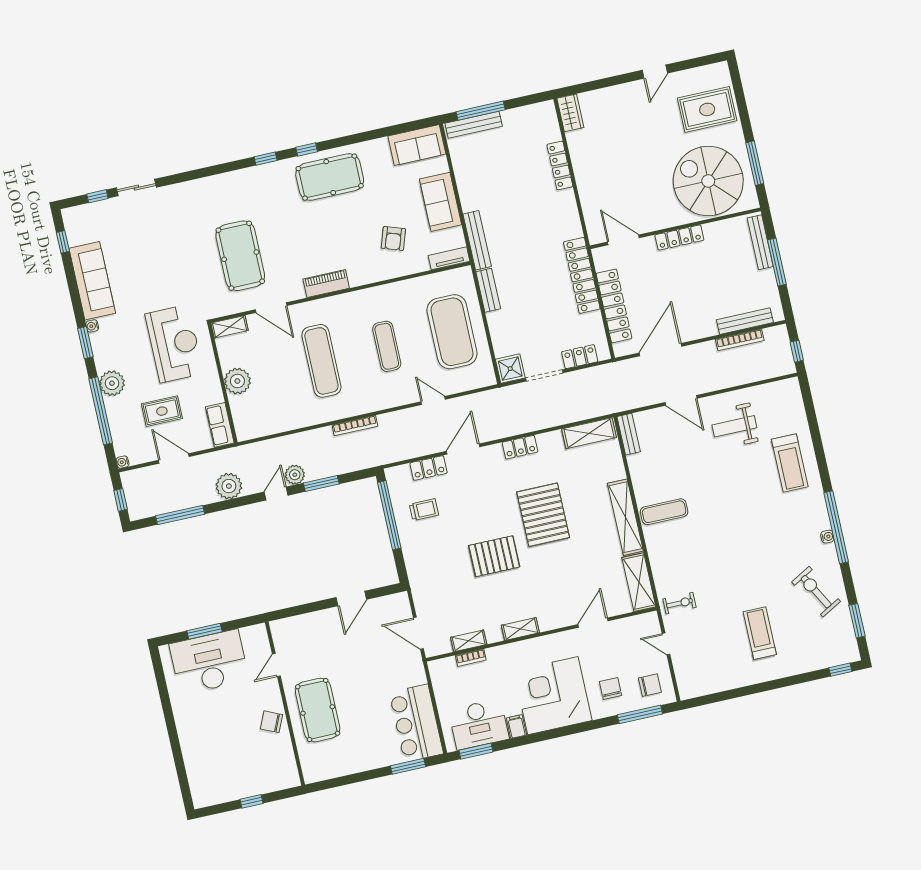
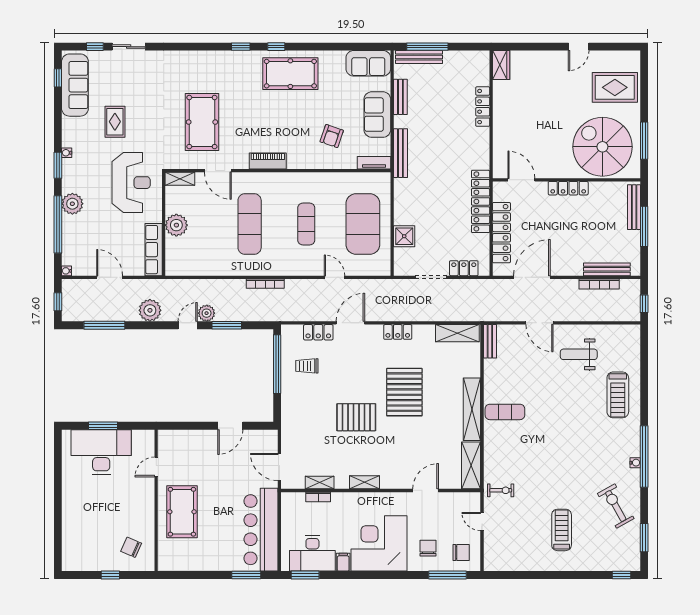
sofa: (92, 281) -> (75, 85), moved
bench: (488, 290) -> (400, 97), moved
shower: (510, 369) -> (404, 236), moved
rug: (162, 411) -> (115, 122), moved, turned 90
row of seats: (220, 425) -> (154, 250), width x1.48
trolley: (424, 510) -> (307, 366), turned 180
chair: (271, 722) -> (131, 547), moved
bar counter: (416, 723) -> (261, 530), width x1.36

